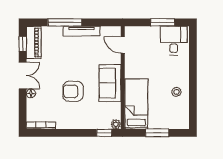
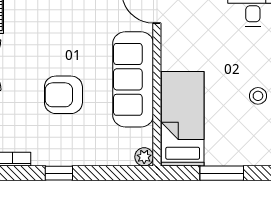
sofa: (110, 83) -> (133, 79), width x1.36
window: (104, 133) -> (59, 173), moved

